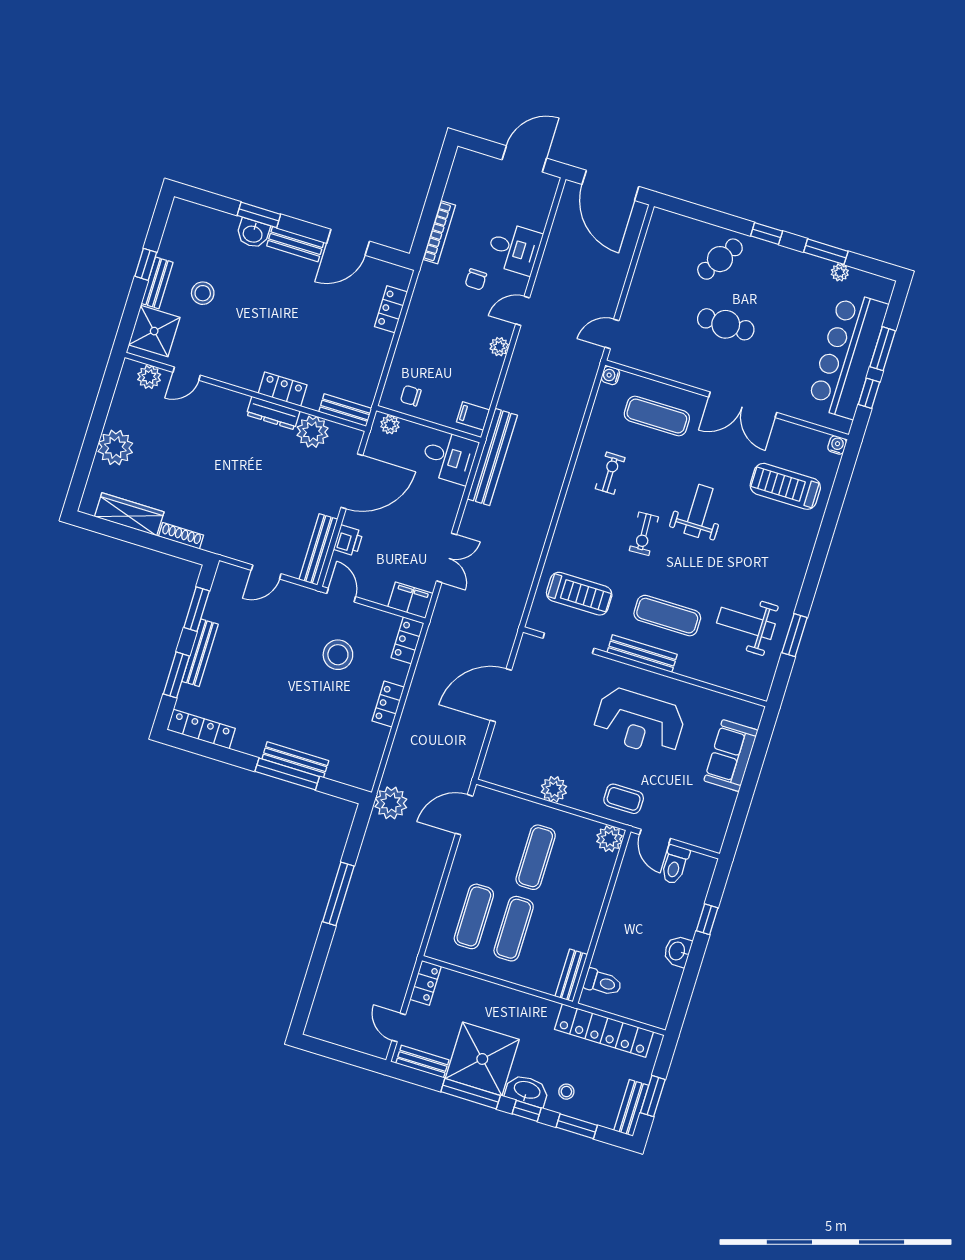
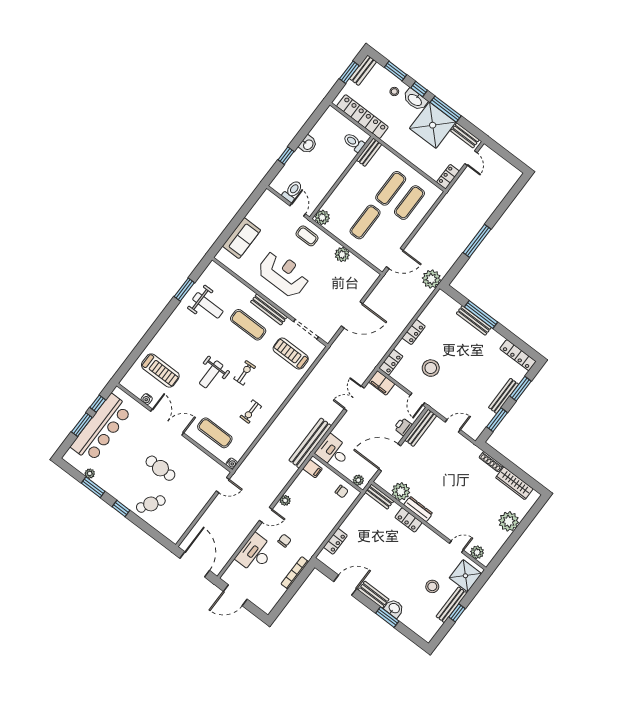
desk: (514, 248) -> (255, 553), width x1.37
bench: (157, 283) -> (451, 605), width x1.36
water cooler: (837, 445) -> (147, 399), moved

